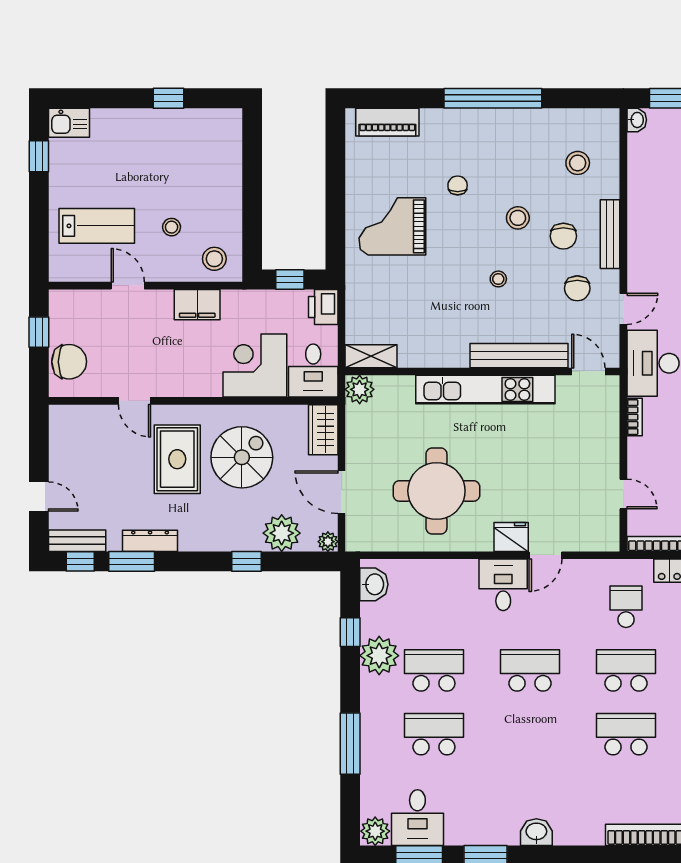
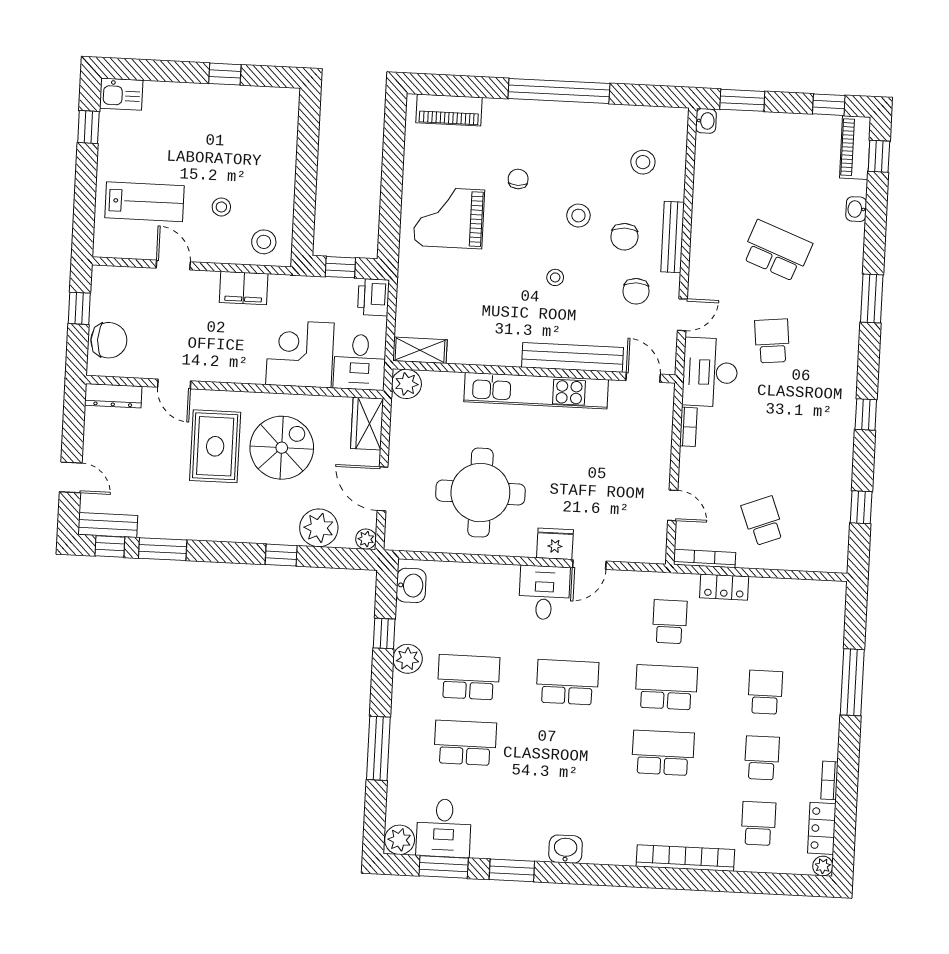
dresser: (150, 541) -> (113, 396), moved, turned 180
plant: (379, 656) -> (408, 659), width x0.73, depth x0.73

